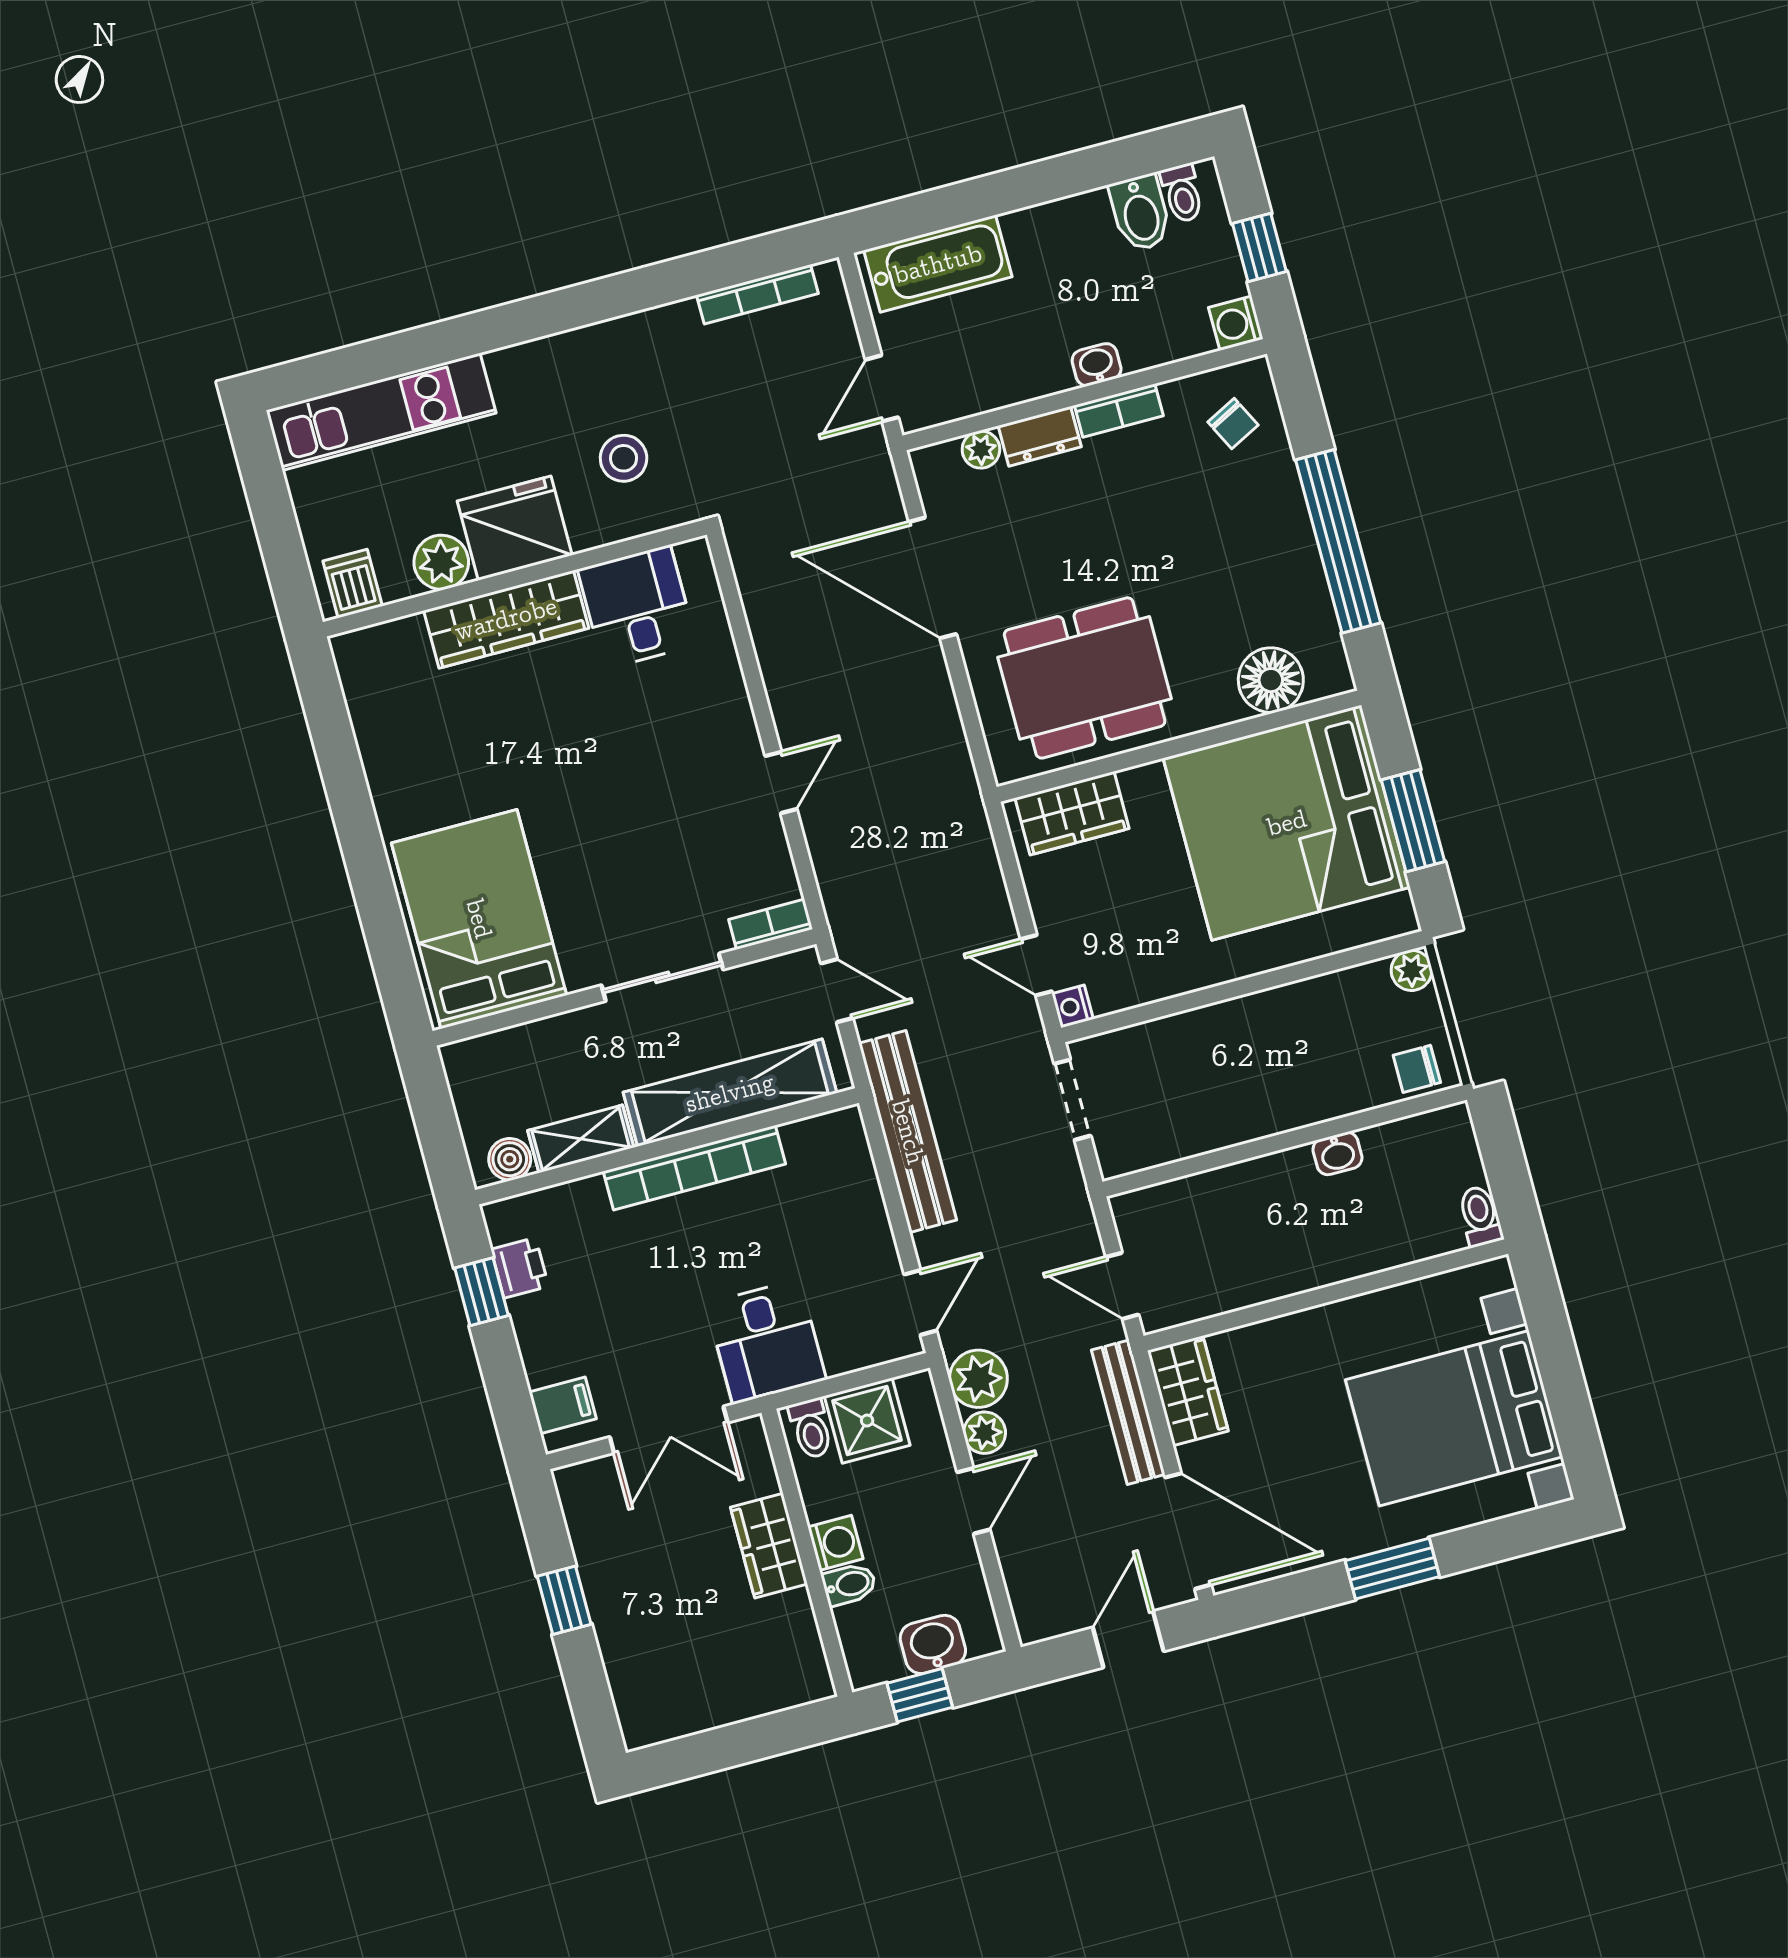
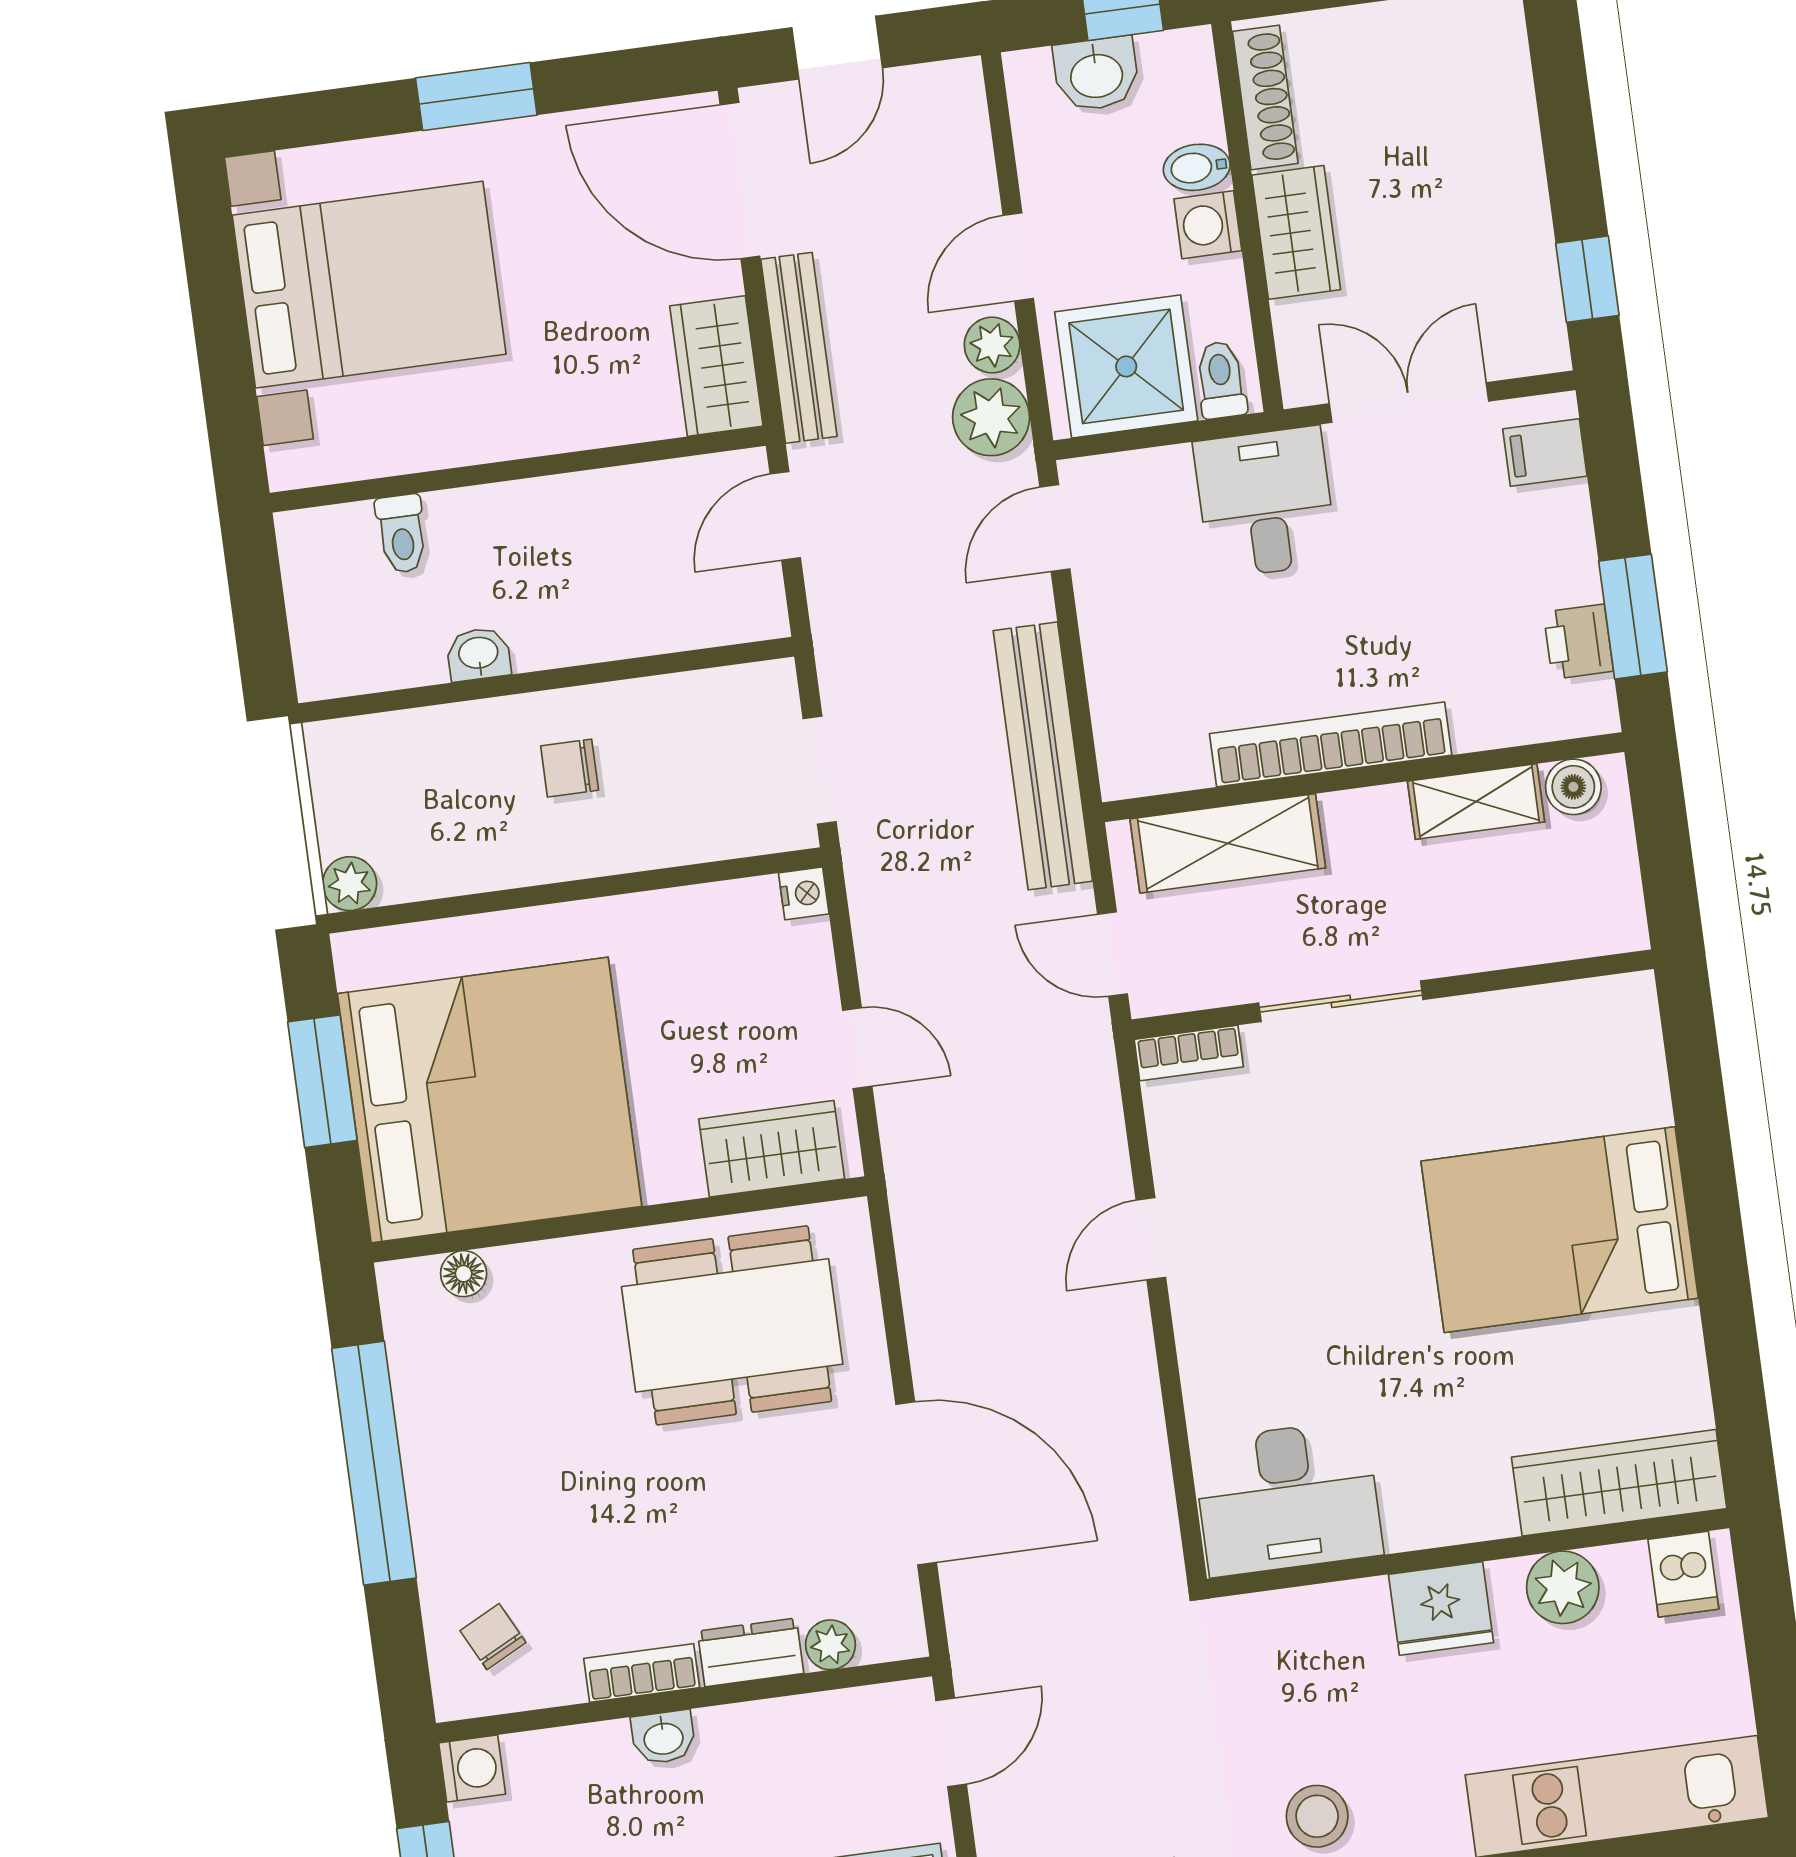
stool: (624, 458) -> (1317, 1816), moved
fridge: (515, 528) -> (1441, 1609), width x0.73, depth x0.75
desk: (637, 607) -> (1288, 1498), width x1.37
wardrobe: (506, 619) -> (1619, 1483), moved
floor lamp: (1271, 680) -> (464, 1274), width x0.53, depth x0.53
bed: (479, 919) -> (1560, 1230), moved, turned 90
door: (1036, 965) -> (857, 1048), moved
chair: (1417, 1069) -> (570, 768), moved, turned 180
shelving: (730, 1093) -> (1228, 843), width x0.68
toilet: (1480, 1216) -> (402, 534), moved
door: (1122, 1286) -> (785, 516), swing flipped
window: (482, 1292) -> (1633, 617), width x1.50
shower: (867, 1421) -> (1126, 366), width x1.36, depth x1.36
window: (564, 1600) -> (1587, 279), moved
shoe rack: (805, 1643) -> (1265, 97), added

